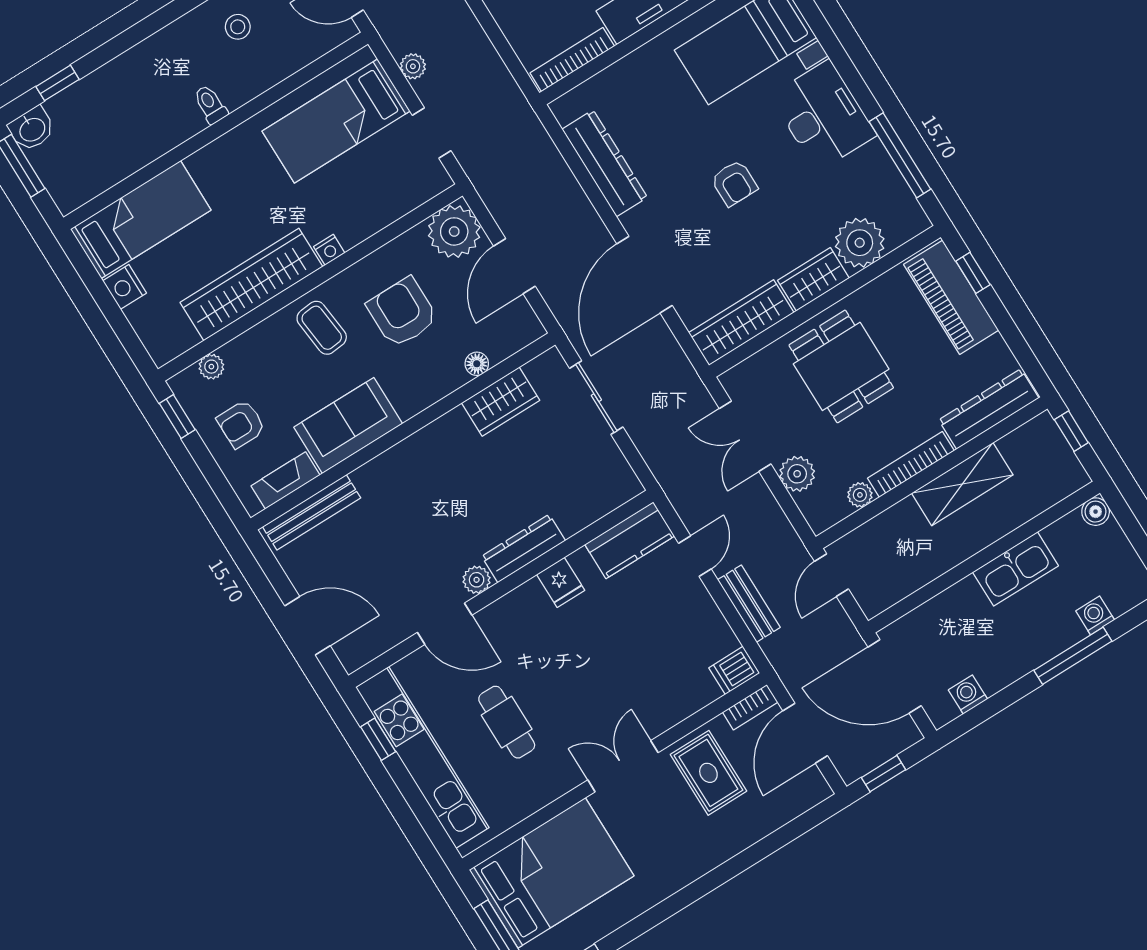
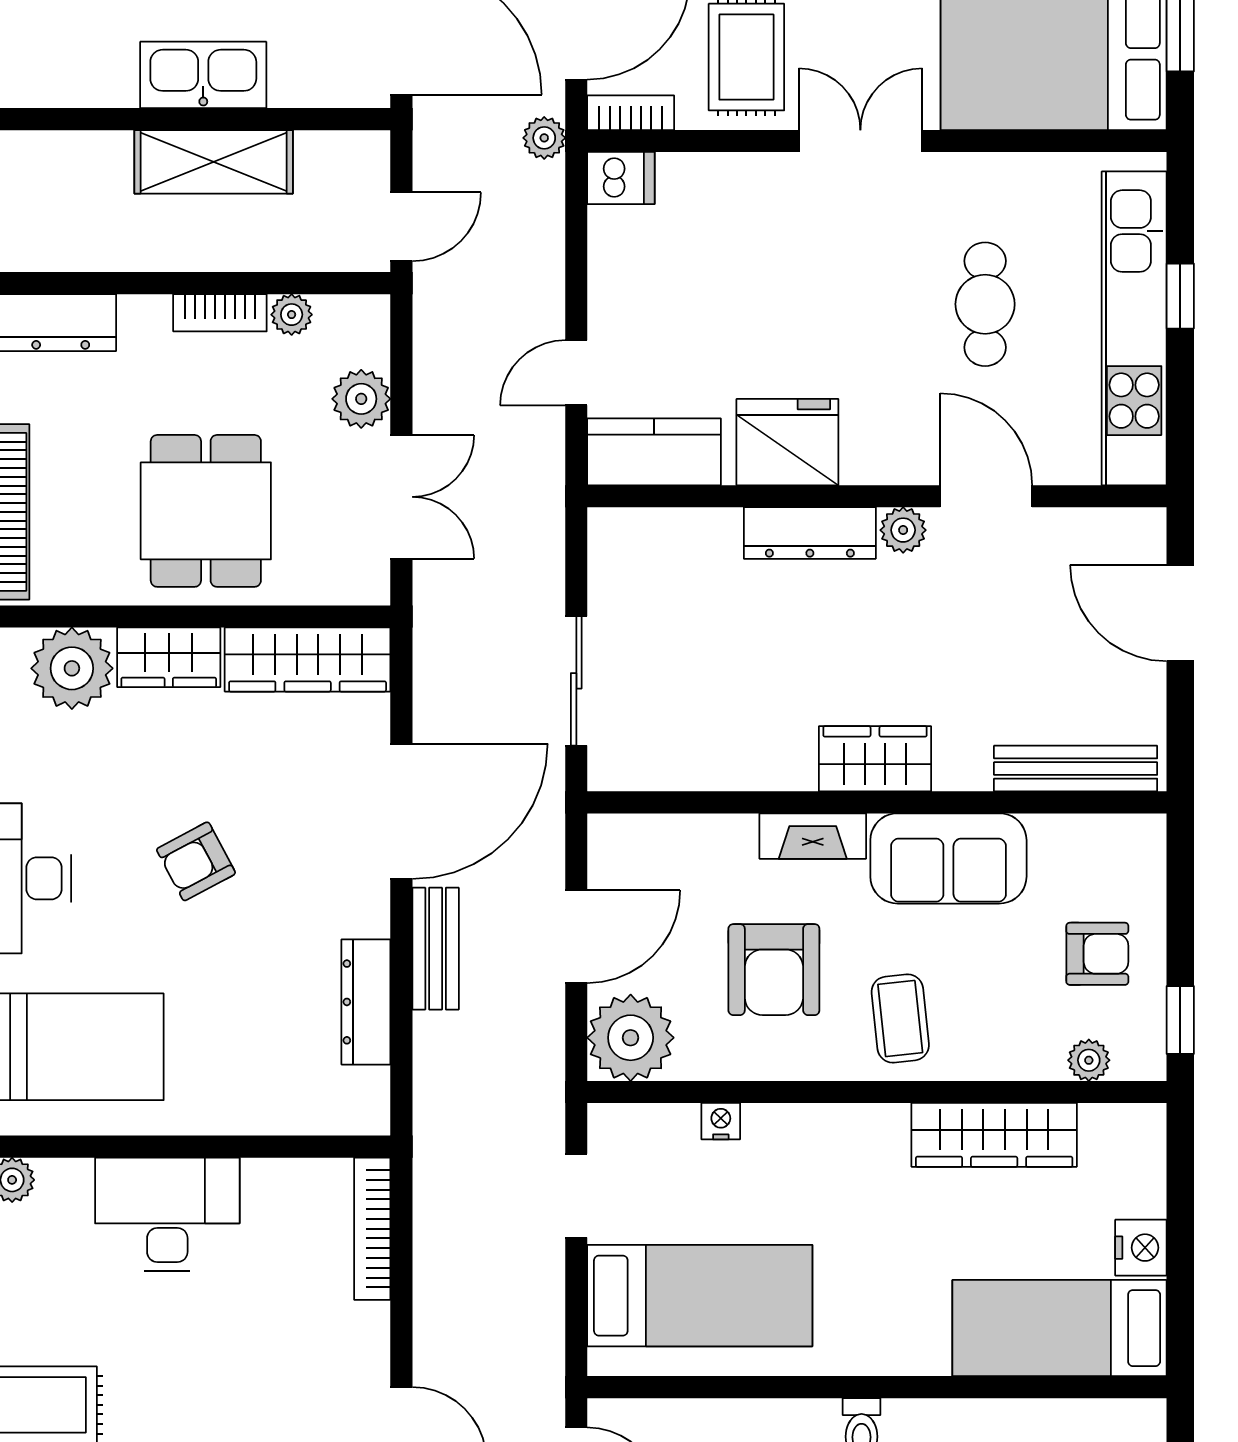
bookcase: (572, 60) -> (372, 1229), moved, turned 90
plant: (413, 66) -> (544, 138), moved
dresser: (605, 163) -> (366, 1002), width x0.73, depth x0.80
armchair: (734, 183) -> (196, 861), turned -118
nightstand: (329, 250) -> (721, 1121), moved
wardrobe: (251, 284) -> (994, 1135), width x0.71, depth x0.85
floor lamp: (477, 364) -> (714, 833), removed
wardrobe: (501, 402) -> (875, 759), moved
bookcase: (911, 464) -> (220, 313), width x0.64
fireplace: (285, 480) -> (813, 836), moved
shelving: (962, 484) -> (214, 162), moved
kitchen sink: (1016, 569) -> (203, 75), moved
fridge: (561, 582) -> (787, 442), width x1.88, depth x1.34
bench: (749, 604) -> (436, 949), moved
window: (378, 739) -> (1180, 296), moved
double door: (623, 766) -> (860, 141), swing flipped

